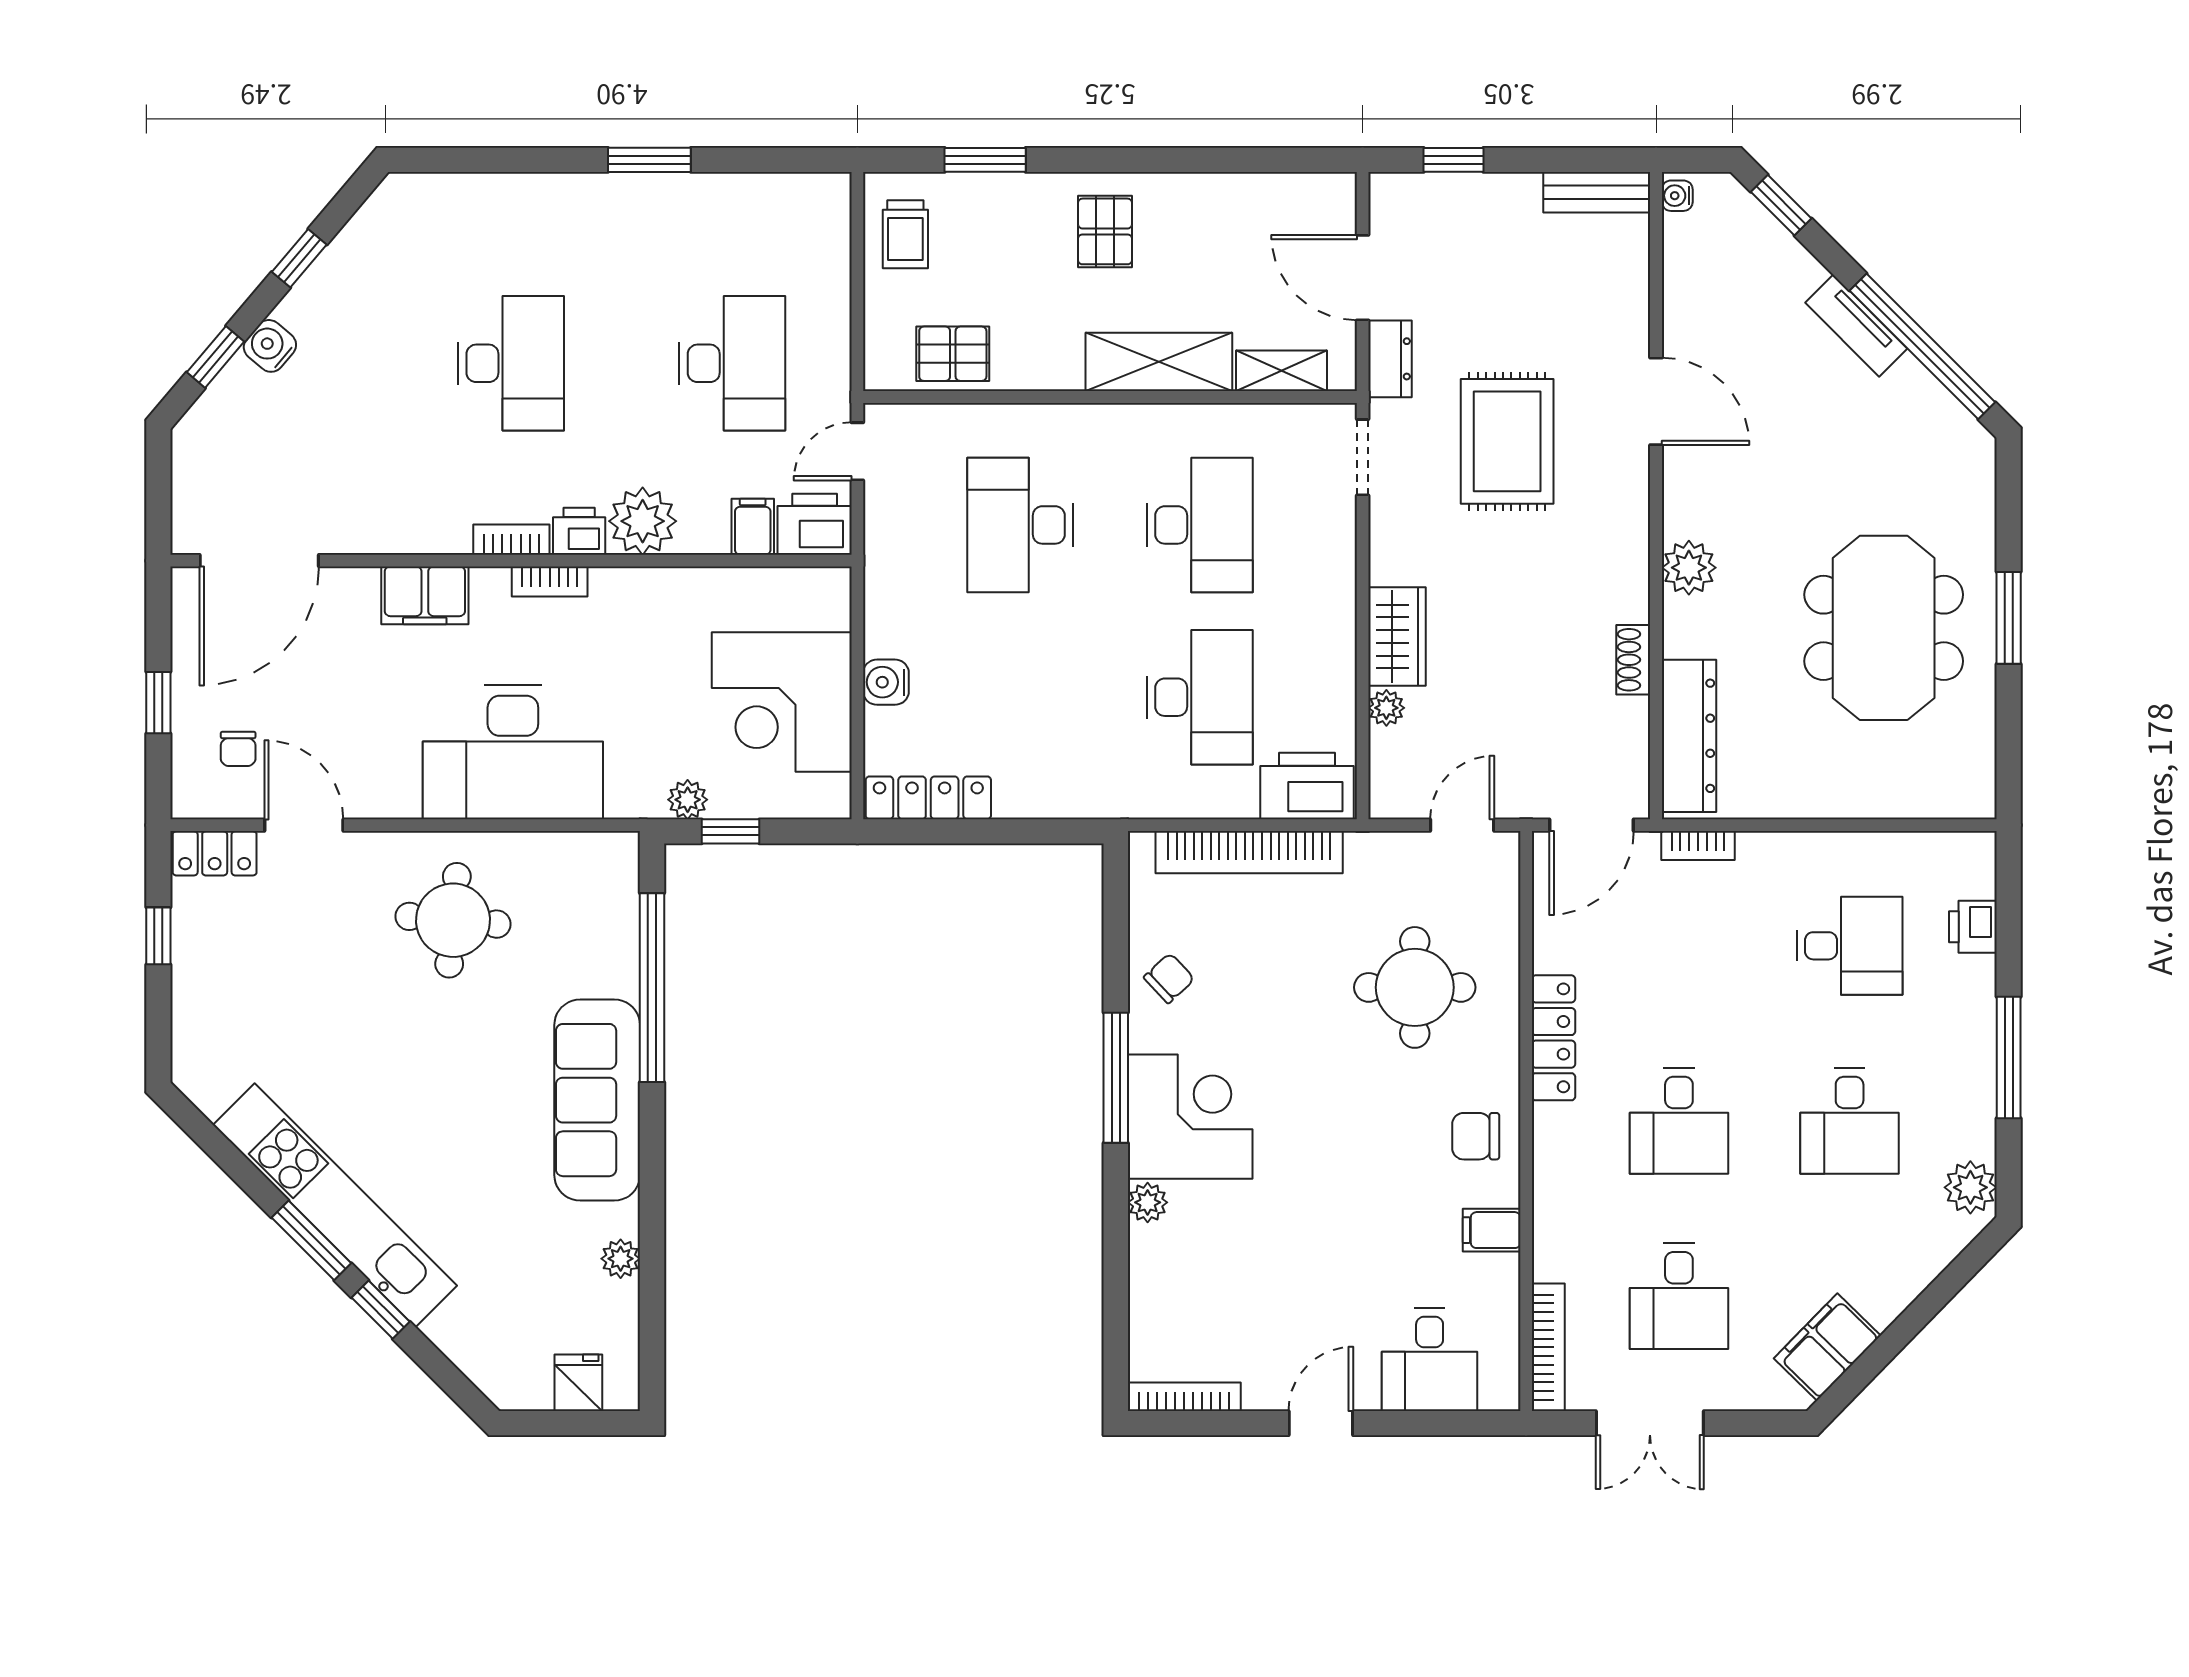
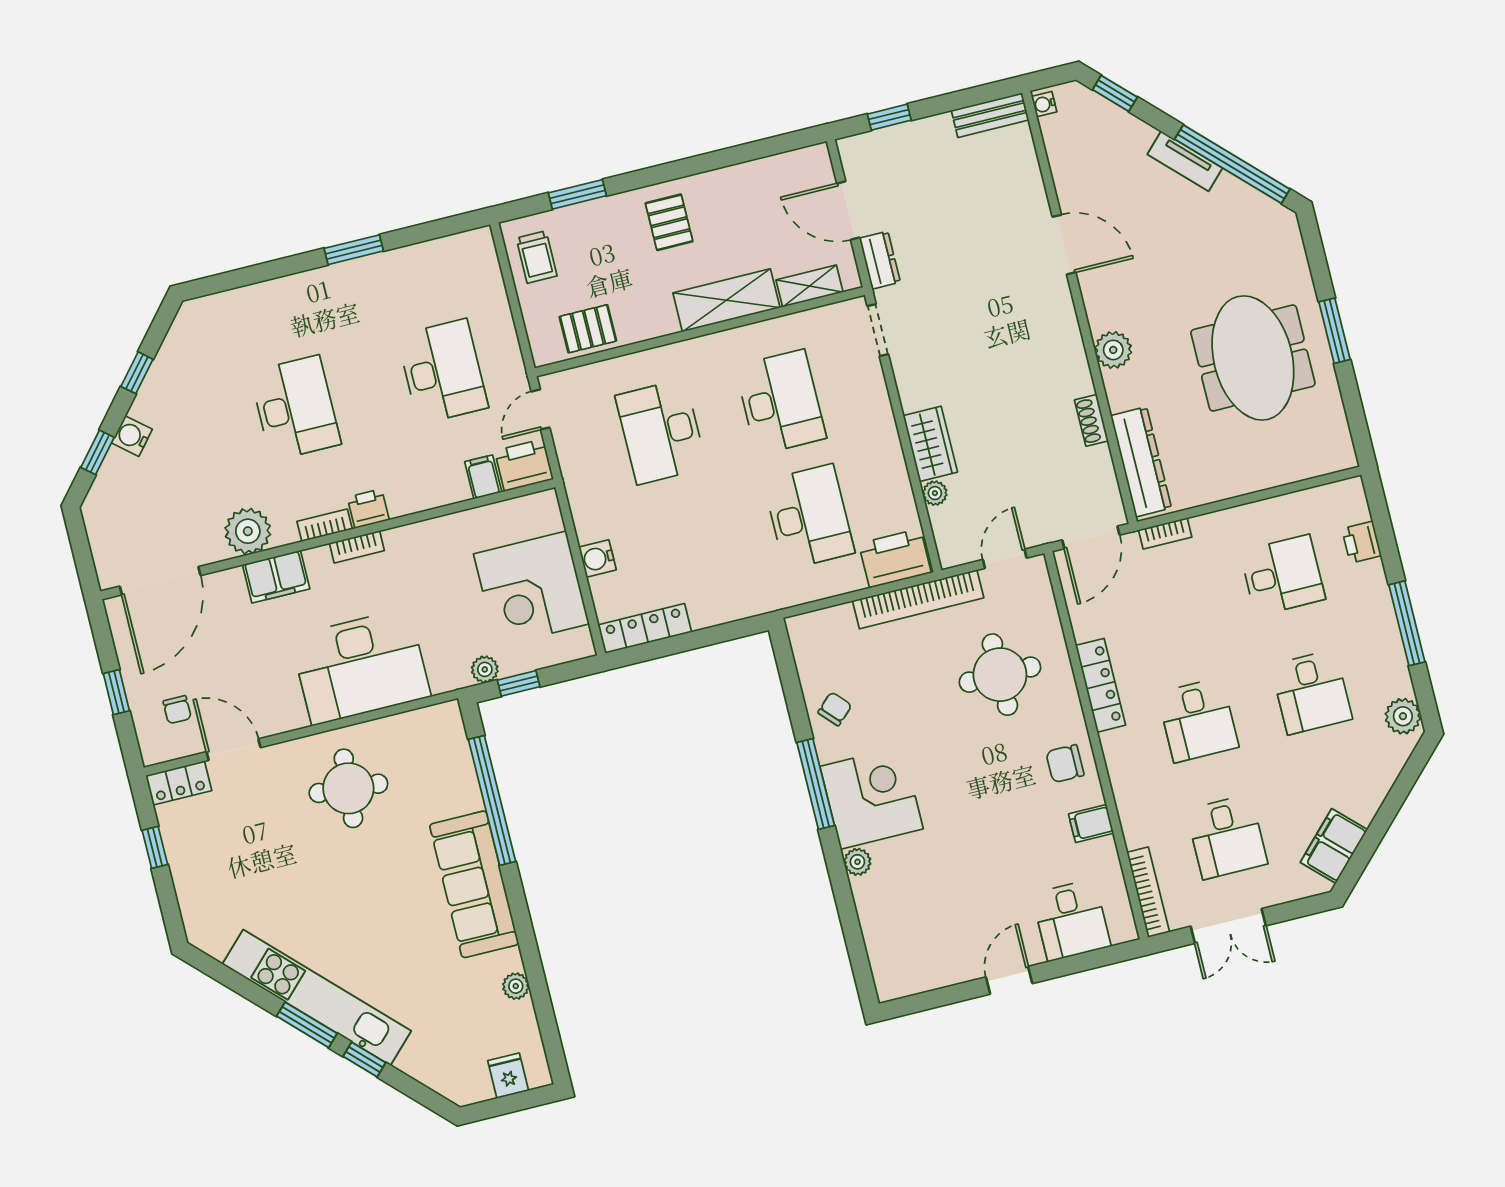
rug: (1507, 441) -> (971, 296), removed
plant: (643, 521) -> (248, 531), moved
bookcase: (1249, 852) -> (918, 599), moved
bookcase: (1184, 1397) -> (914, 985), removed

